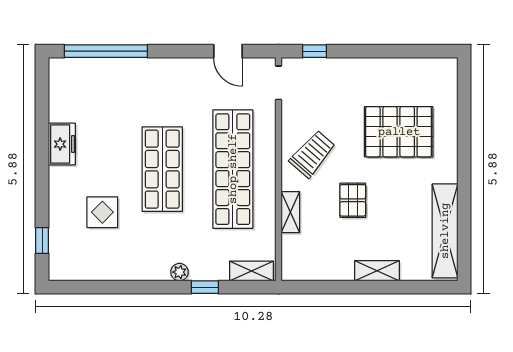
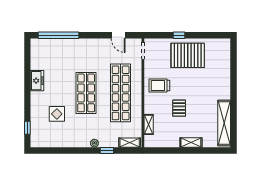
window: (314, 51) -> (179, 35), moved
pallet: (399, 132) -> (188, 55), moved
trolley: (312, 154) -> (159, 85), turned -131
shelving: (290, 212) -> (149, 125), moved

